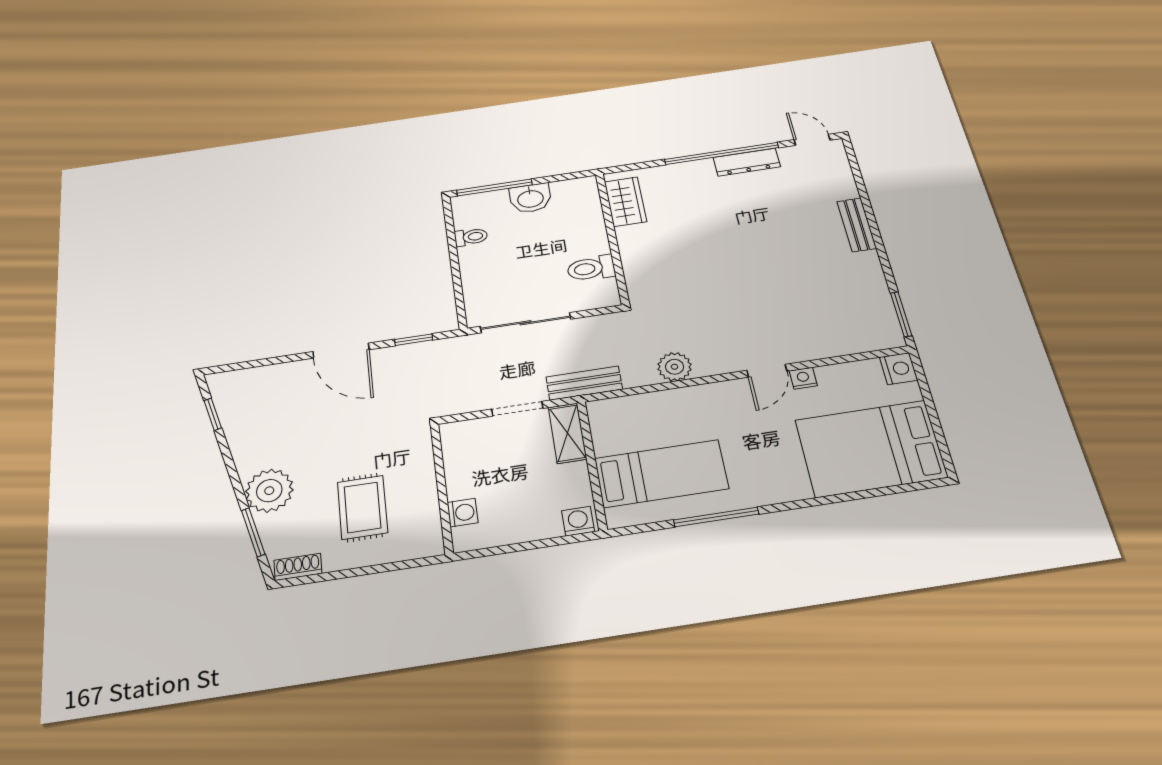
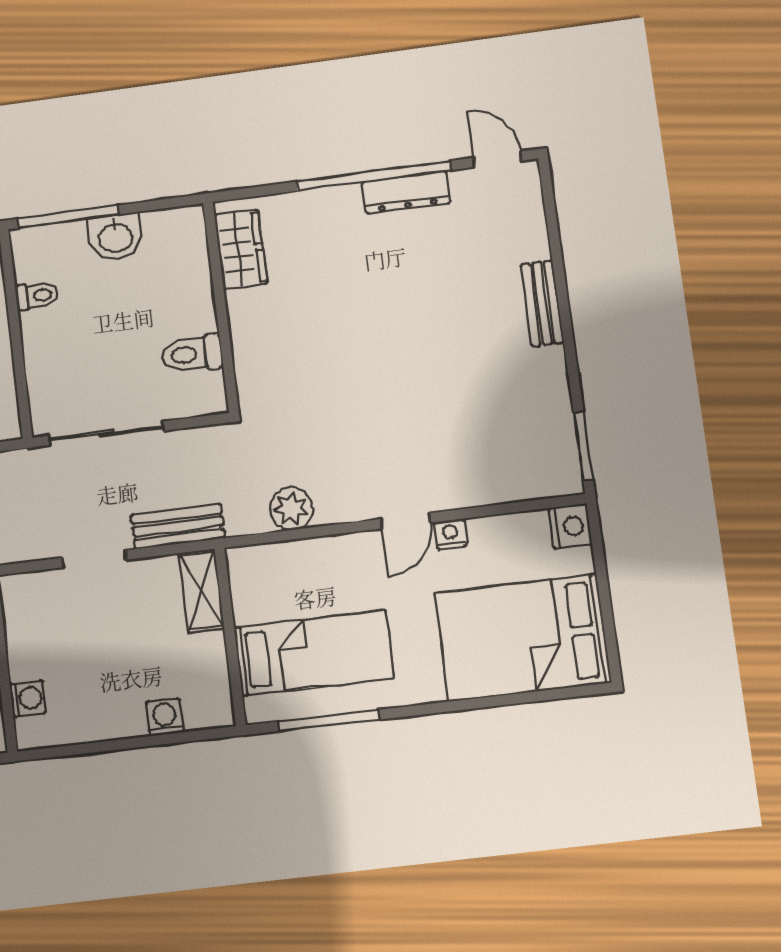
shelving: (567, 433) -> (201, 591), moved
wall: (592, 465) -> (230, 637), moved
bed: (661, 473) -> (314, 653), moved

